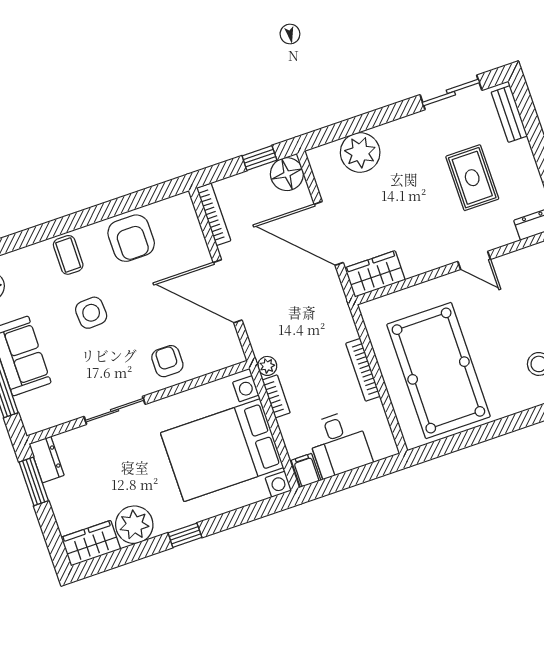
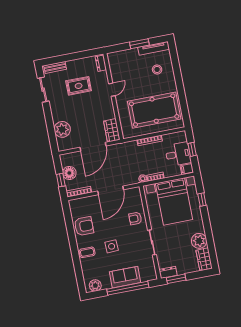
window: (259, 158) -> (61, 180), moved
floor lamp: (287, 174) -> (69, 173), moved
window: (355, 477) -> (192, 149), added
window: (185, 535) -> (202, 200), moved

